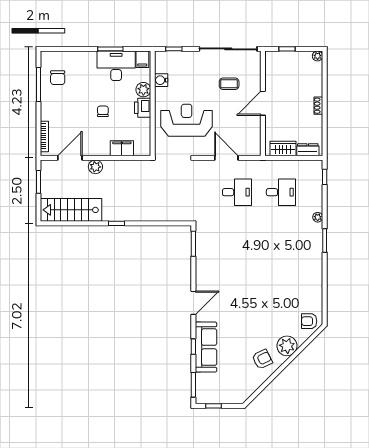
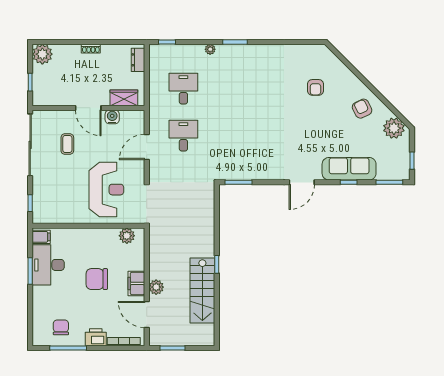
plant: (318, 56) -> (42, 54), width x1.87, depth x1.87
chair: (58, 78) -> (61, 327), turned -90
water cooler: (161, 80) -> (112, 117), moved, turned 180
plant: (143, 90) -> (127, 236), moved
printer: (143, 108) -> (96, 337), moved, turned 180
chair: (103, 111) -> (97, 279), width x1.87, depth x1.87
reception desk: (187, 120) -> (106, 190), turned 180
filing cabinet: (122, 148) -> (136, 283), moved
wardrobe: (283, 148) -> (124, 98), moved, turned 90
stairs: (71, 210) -> (202, 291), moved
door: (193, 303) -> (302, 182), swing flipped
armchair: (309, 321) -> (315, 87), moved
plant: (287, 346) -> (394, 128), moved

